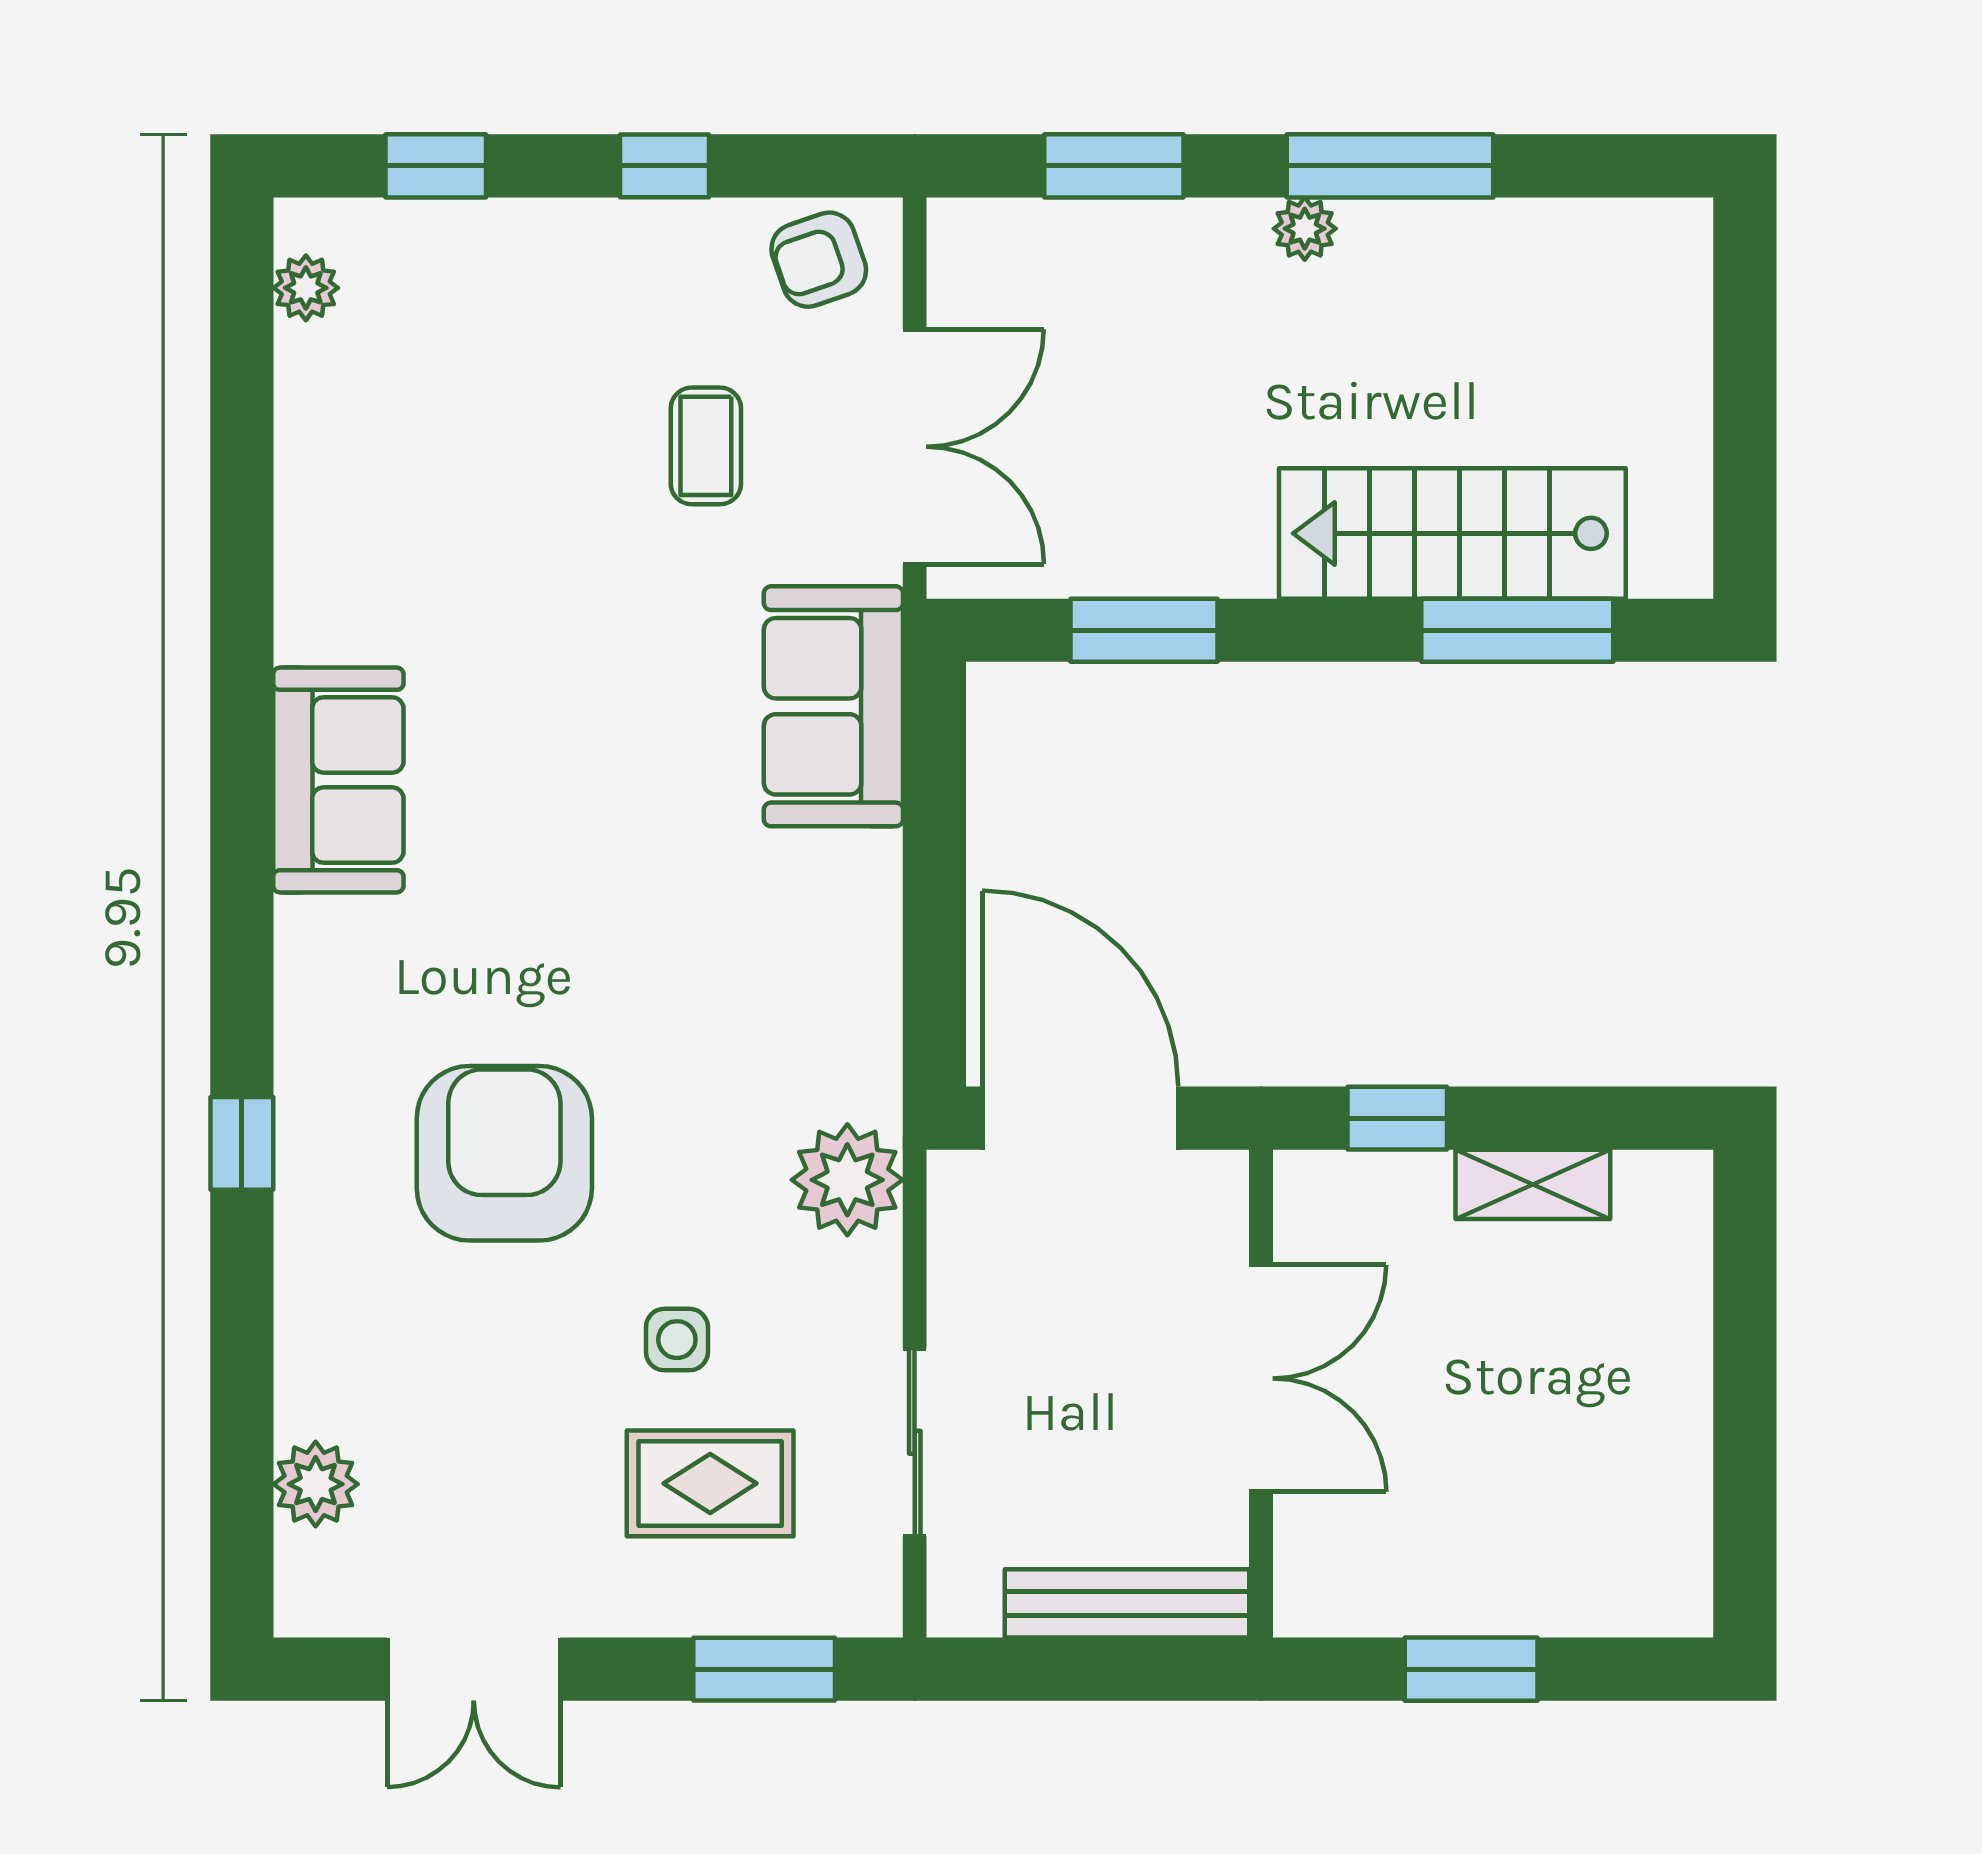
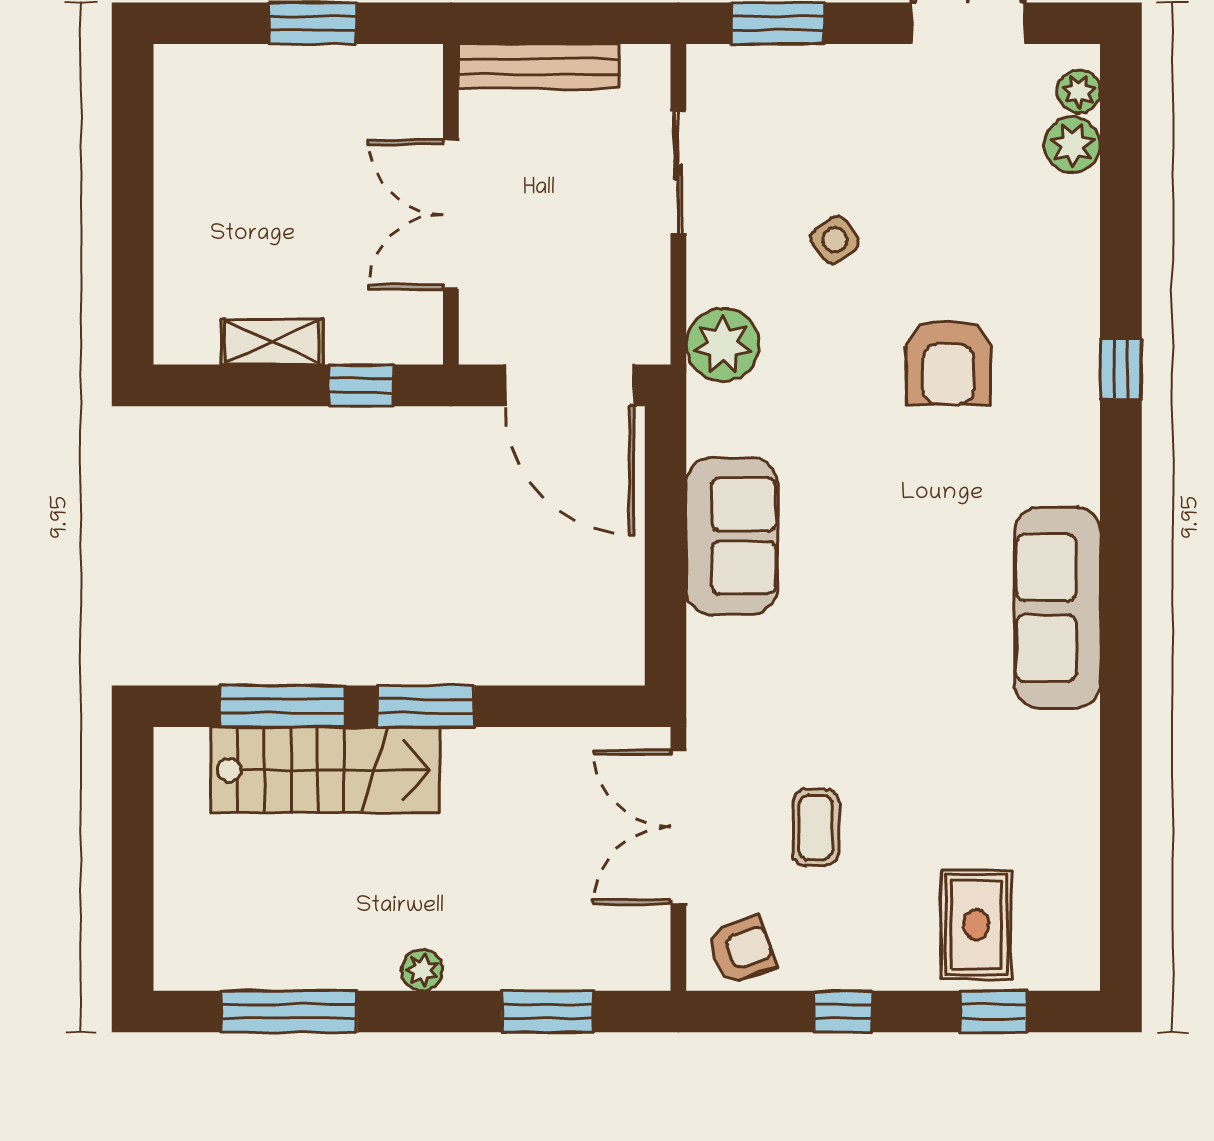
window: (1390, 166) -> (289, 1011), moved
plant: (306, 288) -> (1079, 92), moved
window: (1144, 630) -> (426, 706), moved
sofa: (833, 706) -> (732, 536), moved
sofa: (338, 780) -> (1057, 608), width x1.36
armchair: (504, 1153) -> (948, 362), width x0.73, depth x0.73
side table: (677, 1340) -> (835, 240), turned -35
rug: (710, 1483) -> (976, 925), moved, turned 90

